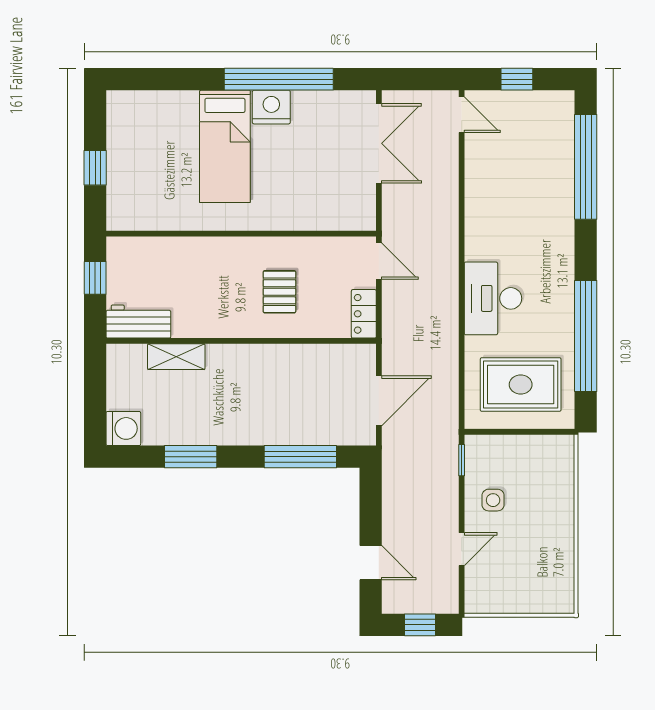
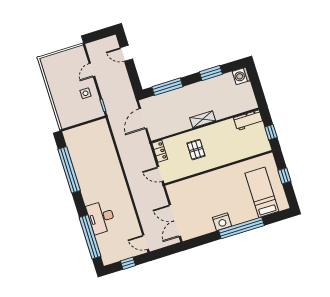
window: (279, 79) -> (241, 228), moved
bed: (225, 146) -> (262, 192), moved
desk: (493, 298) -> (101, 217), moved, turned 180
shelving: (176, 357) -> (203, 119), moved
rug: (521, 385) -> (89, 143), removed
window: (420, 625) -> (99, 35), removed

